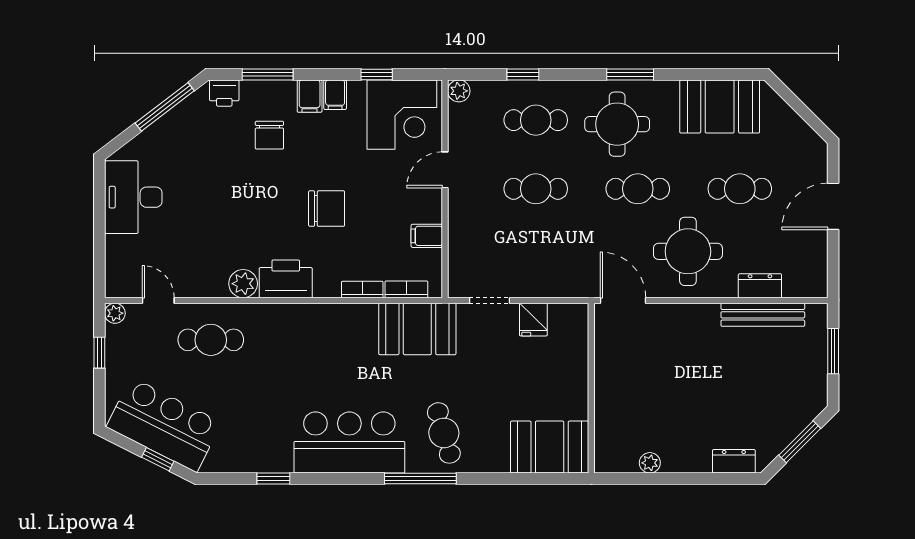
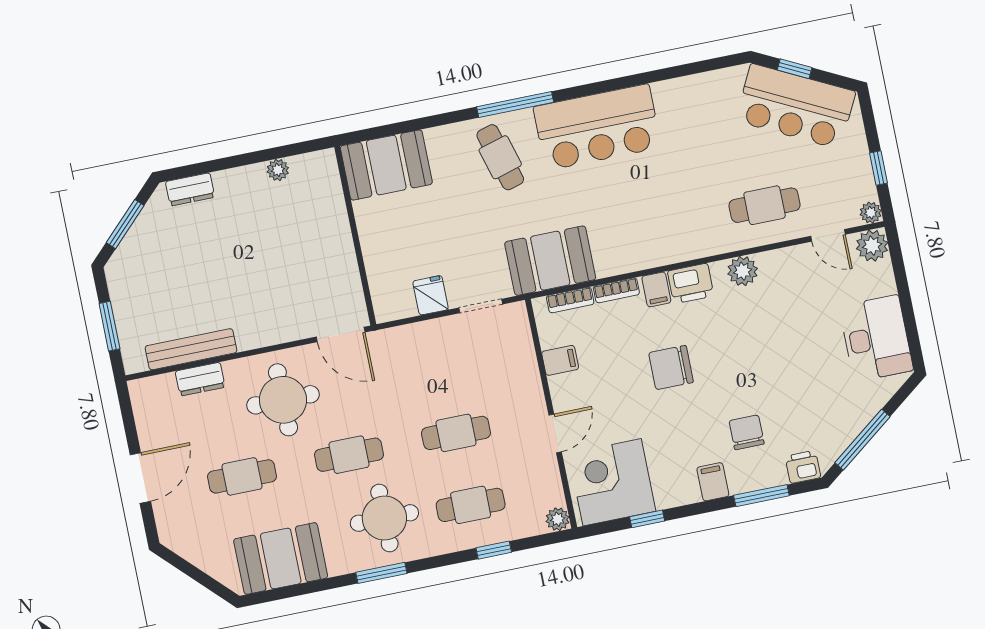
filing cabinet: (335, 95) -> (656, 289), moved, turned 180
printer: (286, 279) -> (691, 283), width x0.73, depth x0.84
plant: (120, 283) -> (872, 246), added
window: (273, 479) -> (669, 73), removed

